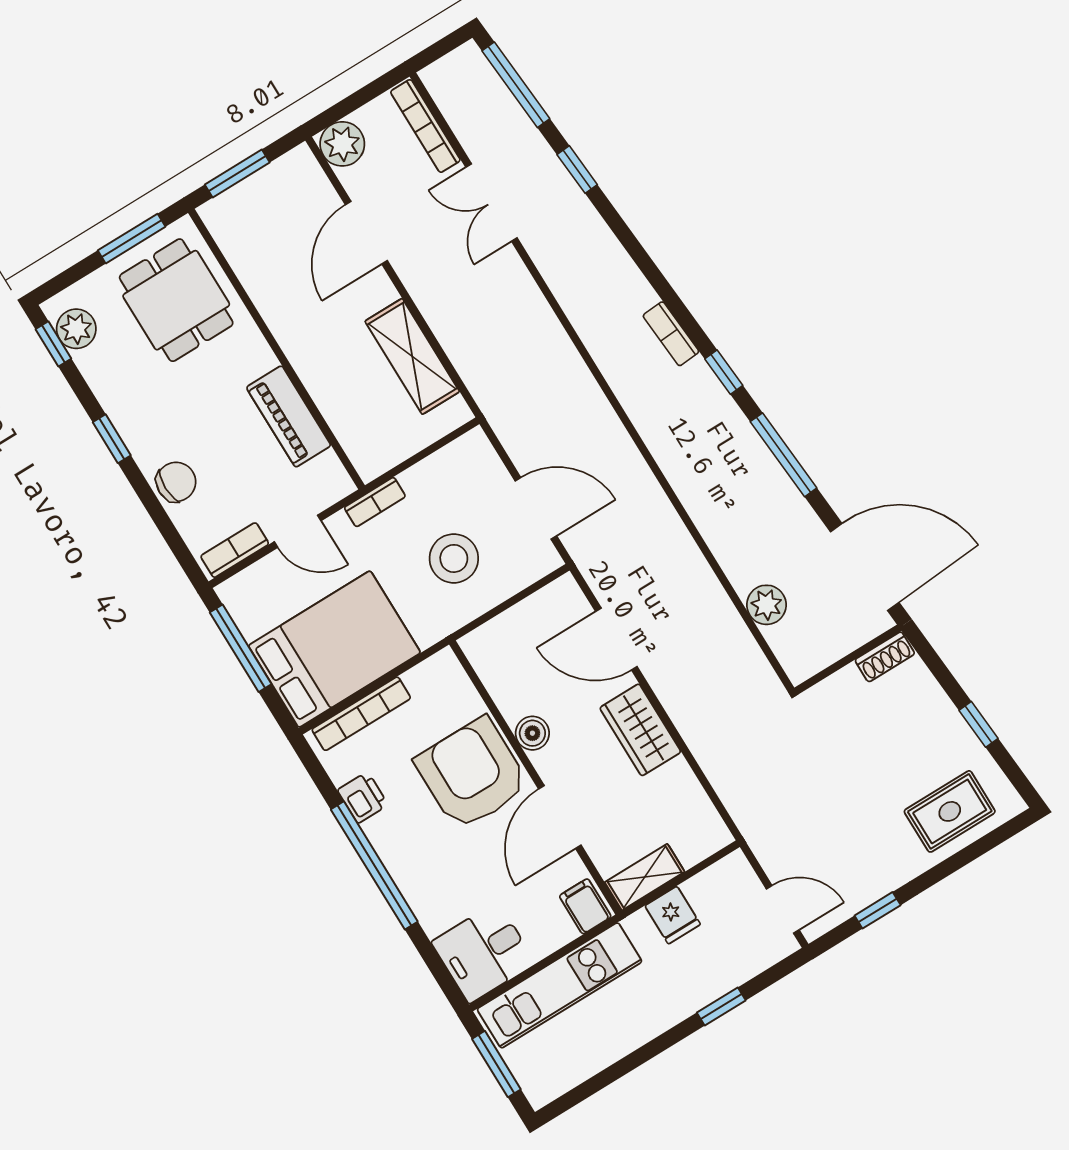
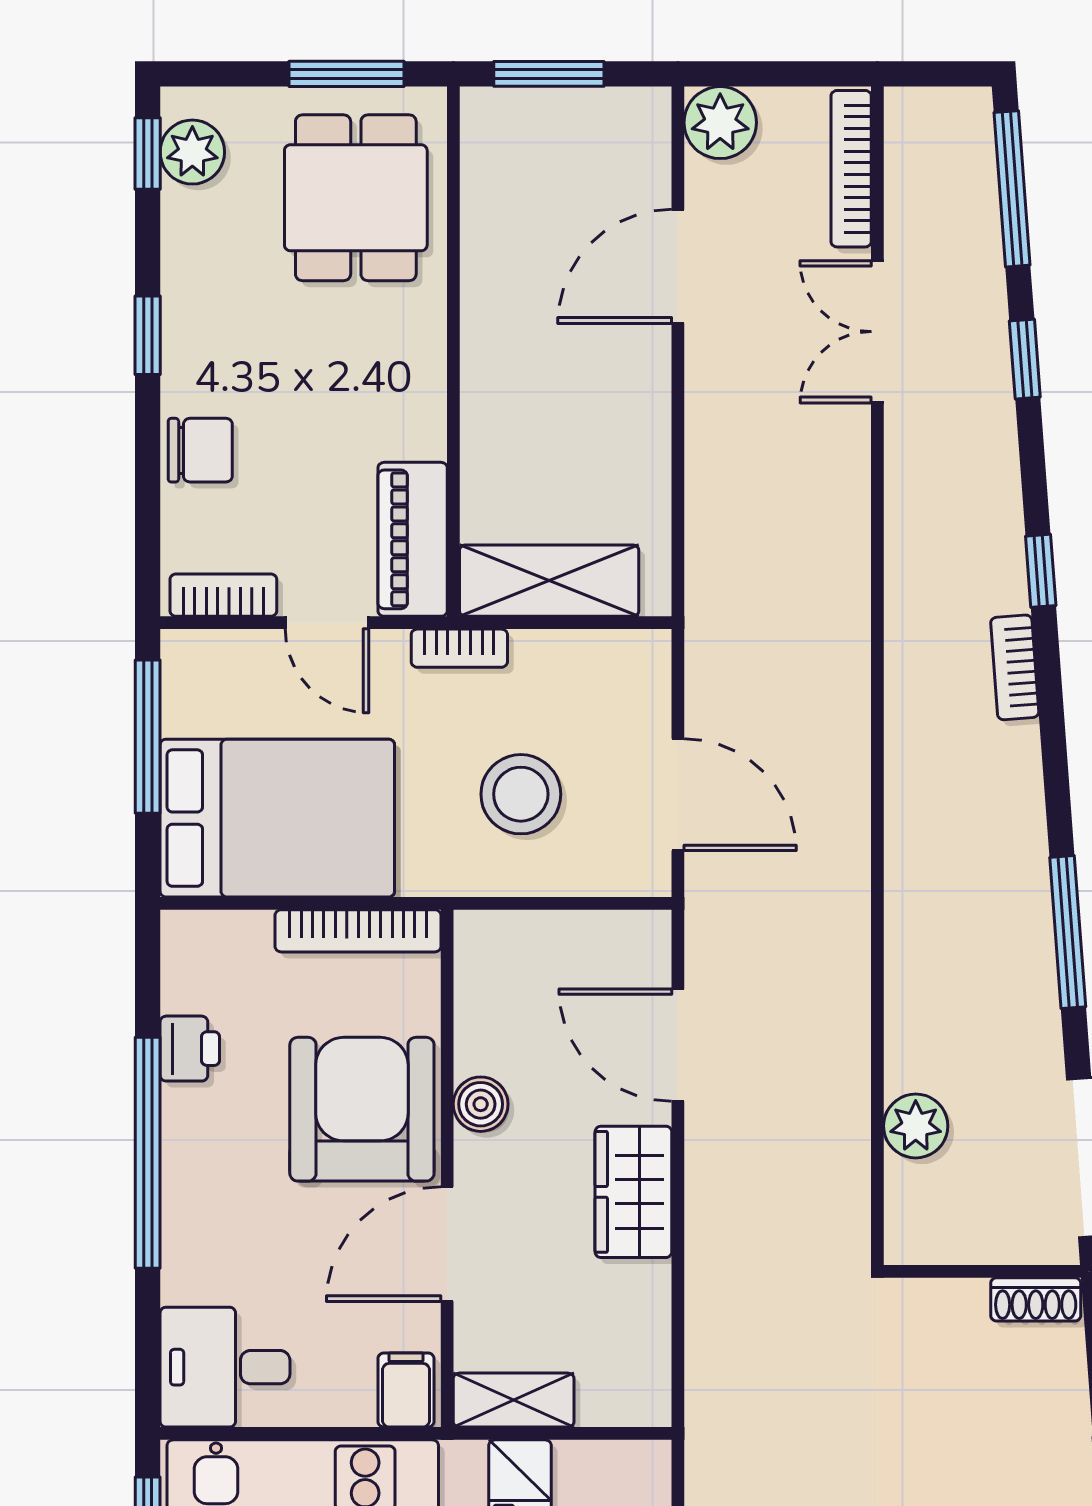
shelving: (412, 356) -> (549, 581), moved, turned 90
window: (724, 372) -> (1041, 571), moved
piano: (289, 416) -> (413, 539), moved
bookcase: (361, 714) -> (358, 931), moved

